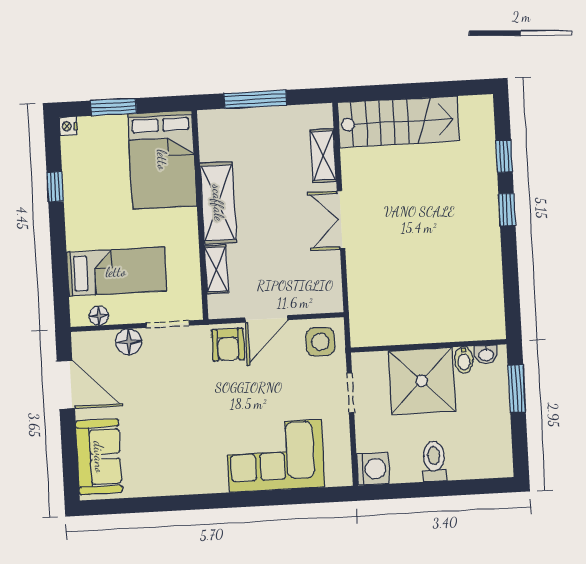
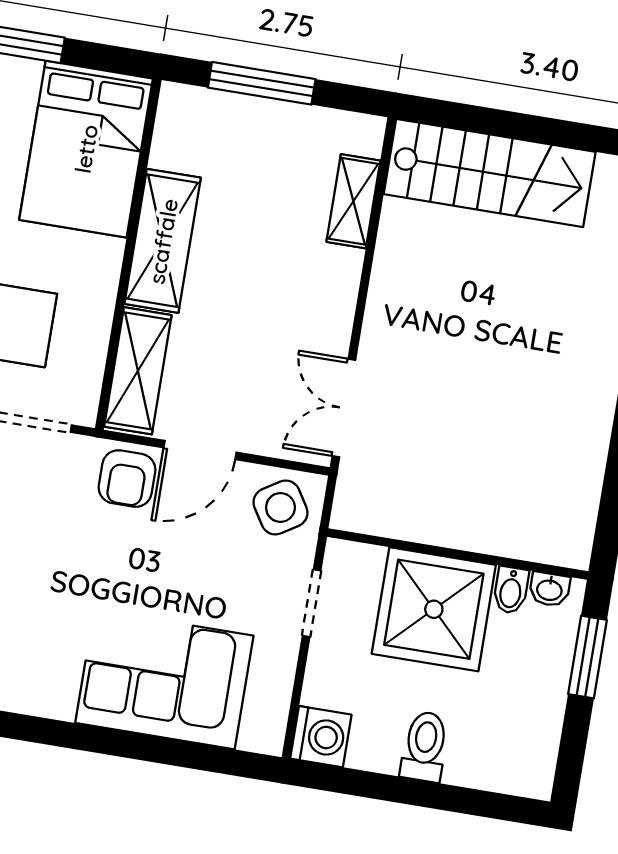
double door: (341, 220) -> (344, 408), moved
shelving: (216, 269) -> (138, 371), width x1.50, depth x1.33
side table: (320, 342) -> (280, 507), turned -32

